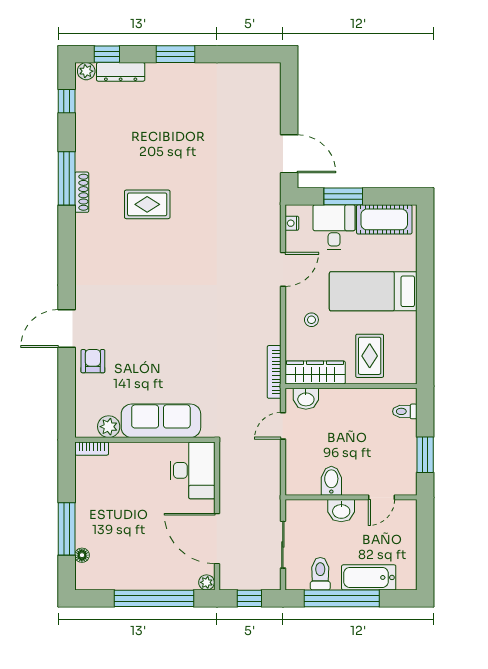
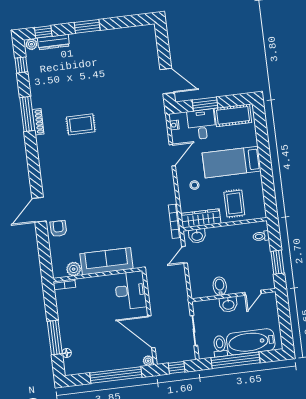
bathtub: (369, 577) -> (251, 342), width x1.36, depth x1.36

